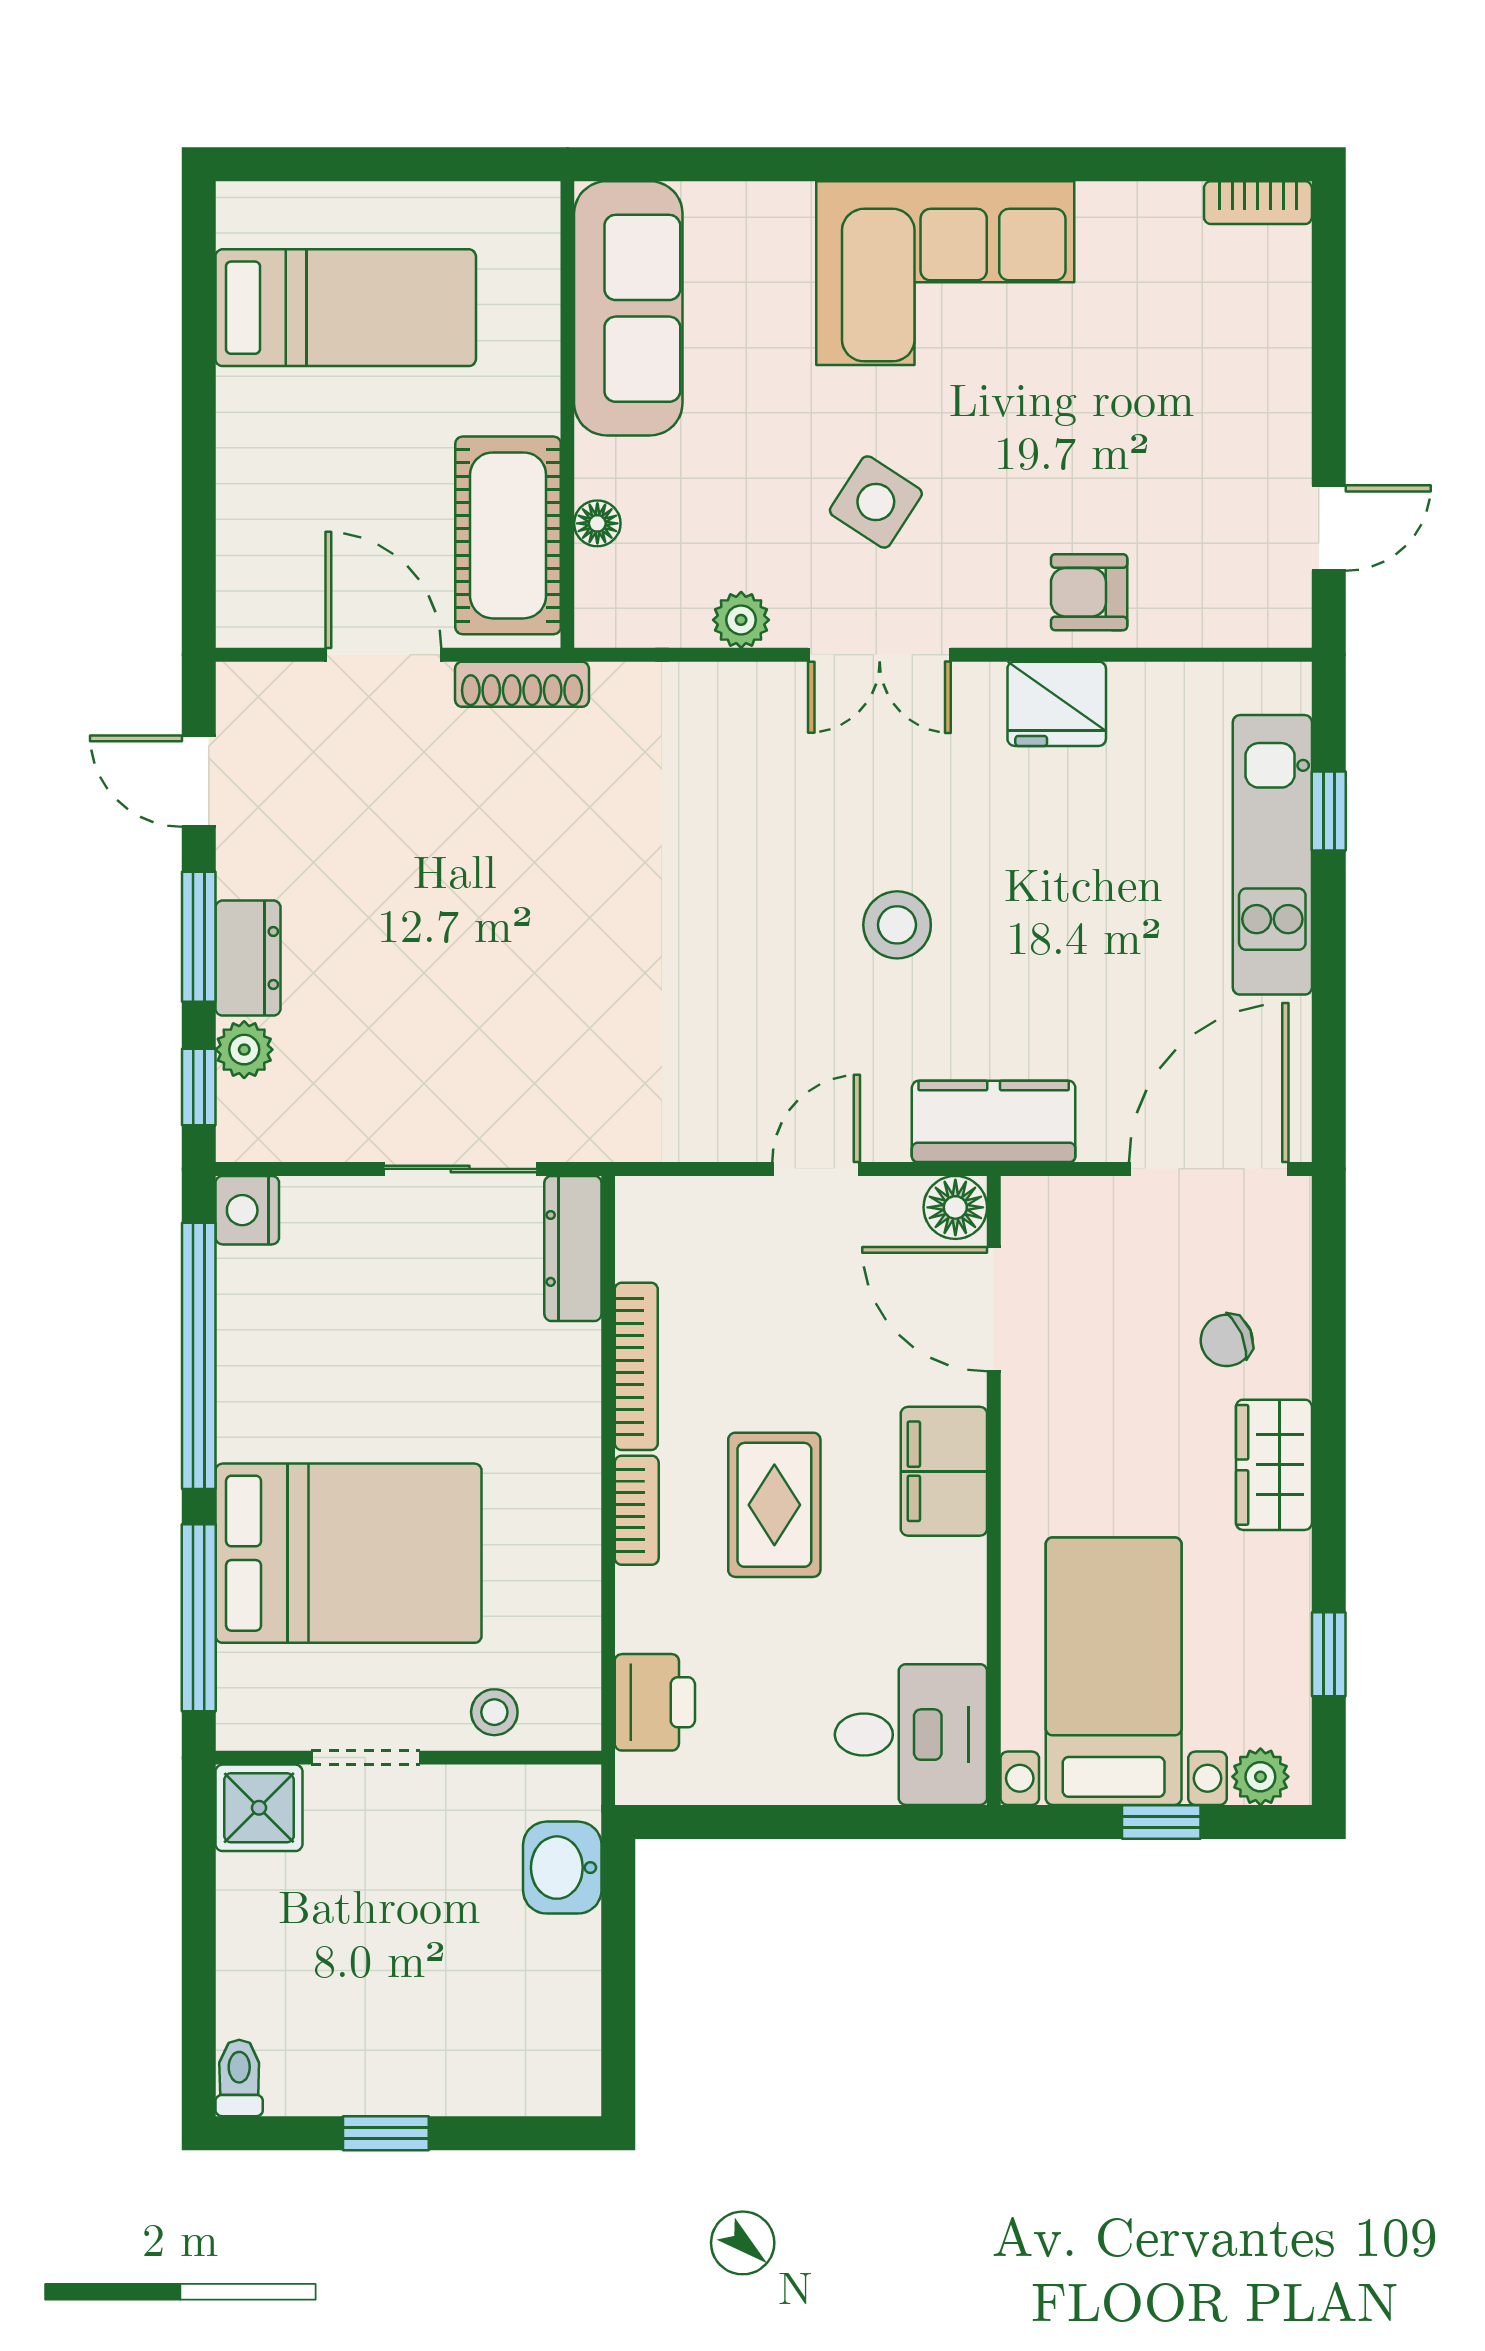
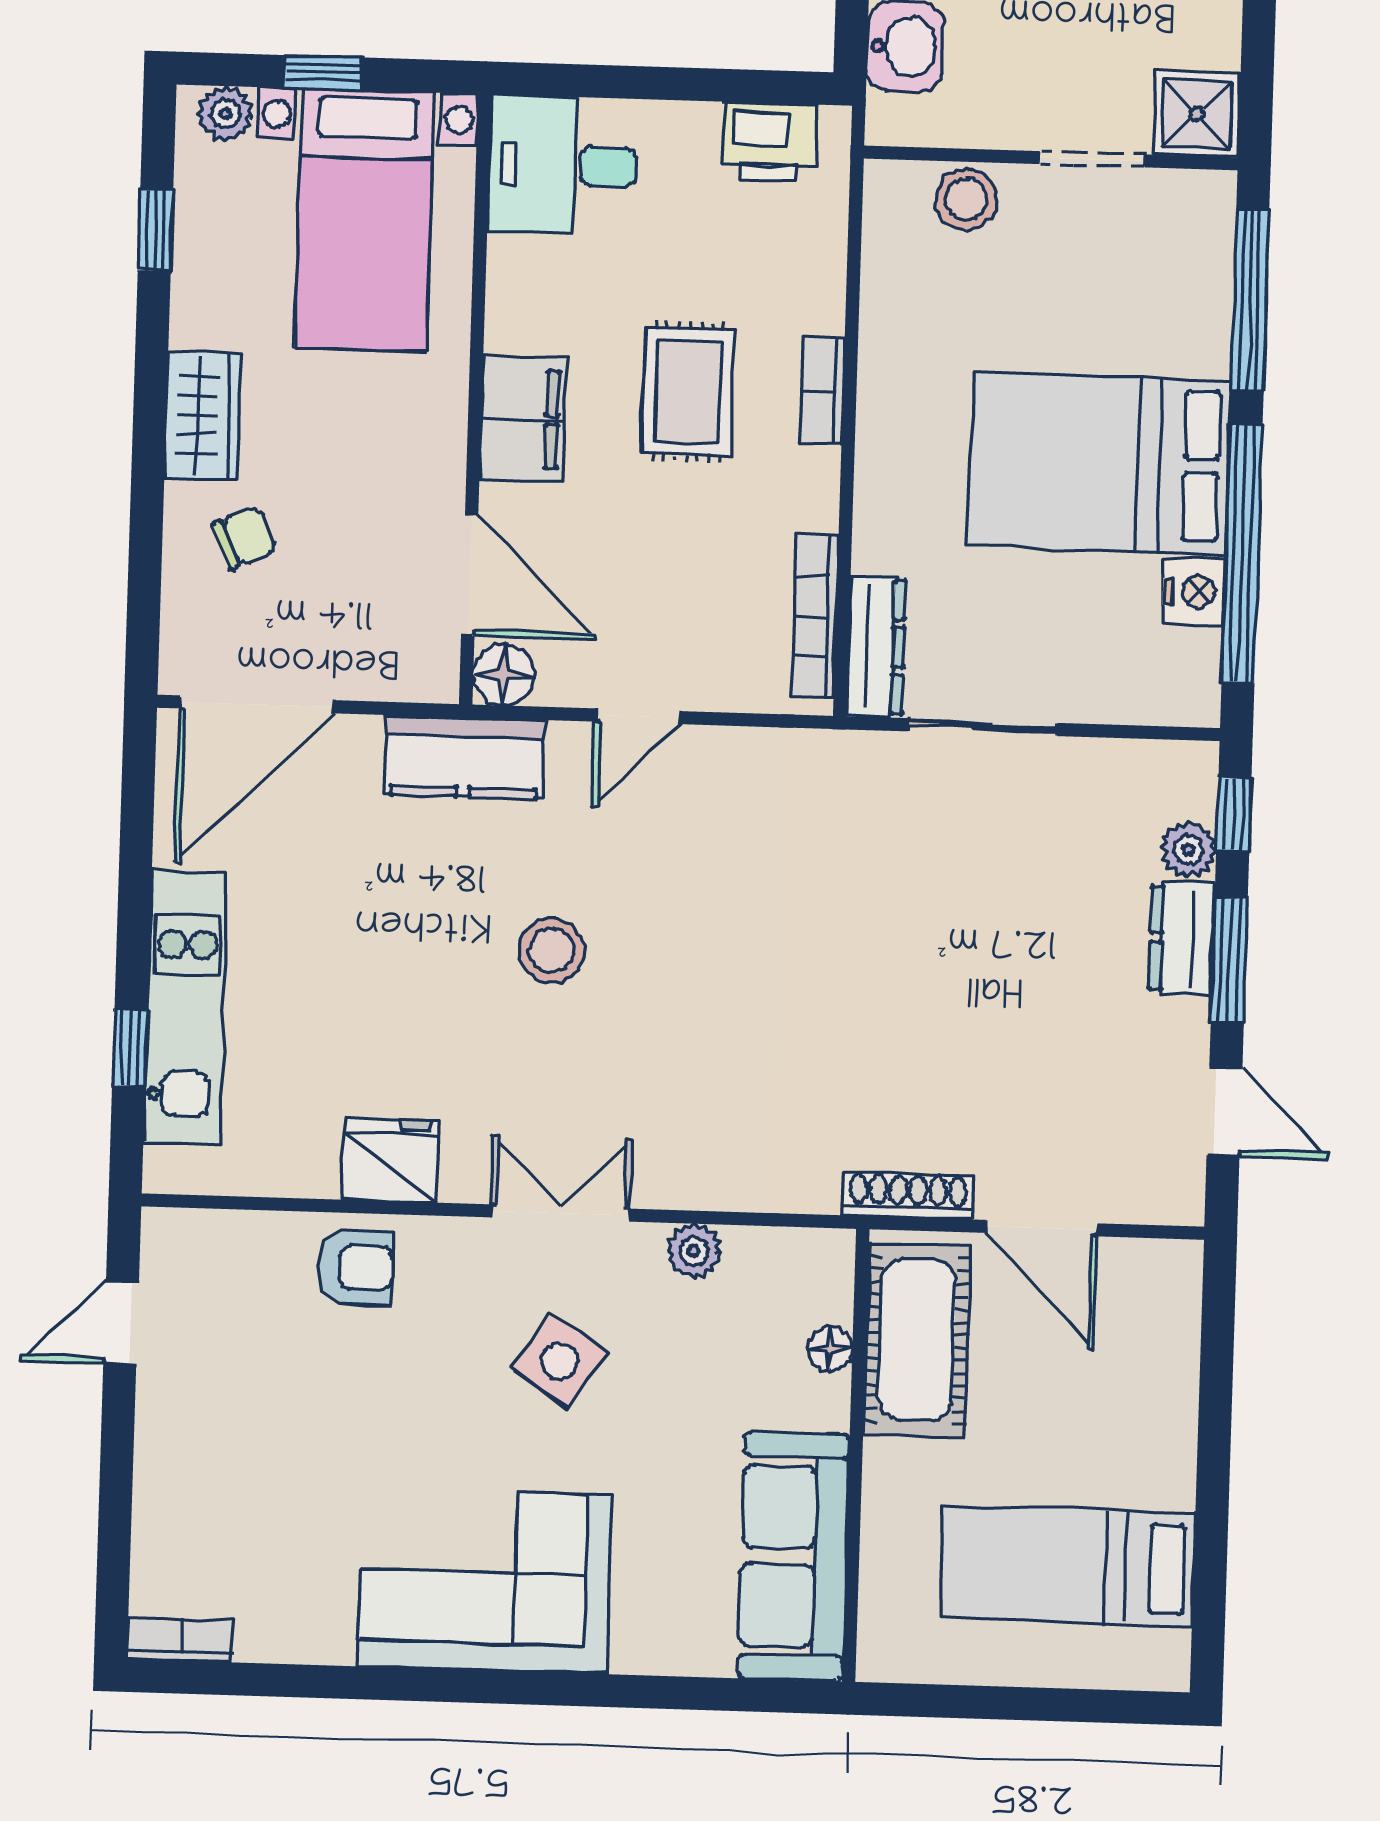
nightstand: (247, 1210) -> (1194, 592), moved
bookcase: (636, 1366) -> (815, 617), moved
bed: (349, 1553) -> (1099, 463), moved
printer: (655, 1702) -> (769, 142), moved, turned -90
stool: (494, 1712) -> (966, 199), width x1.37, depth x1.37

